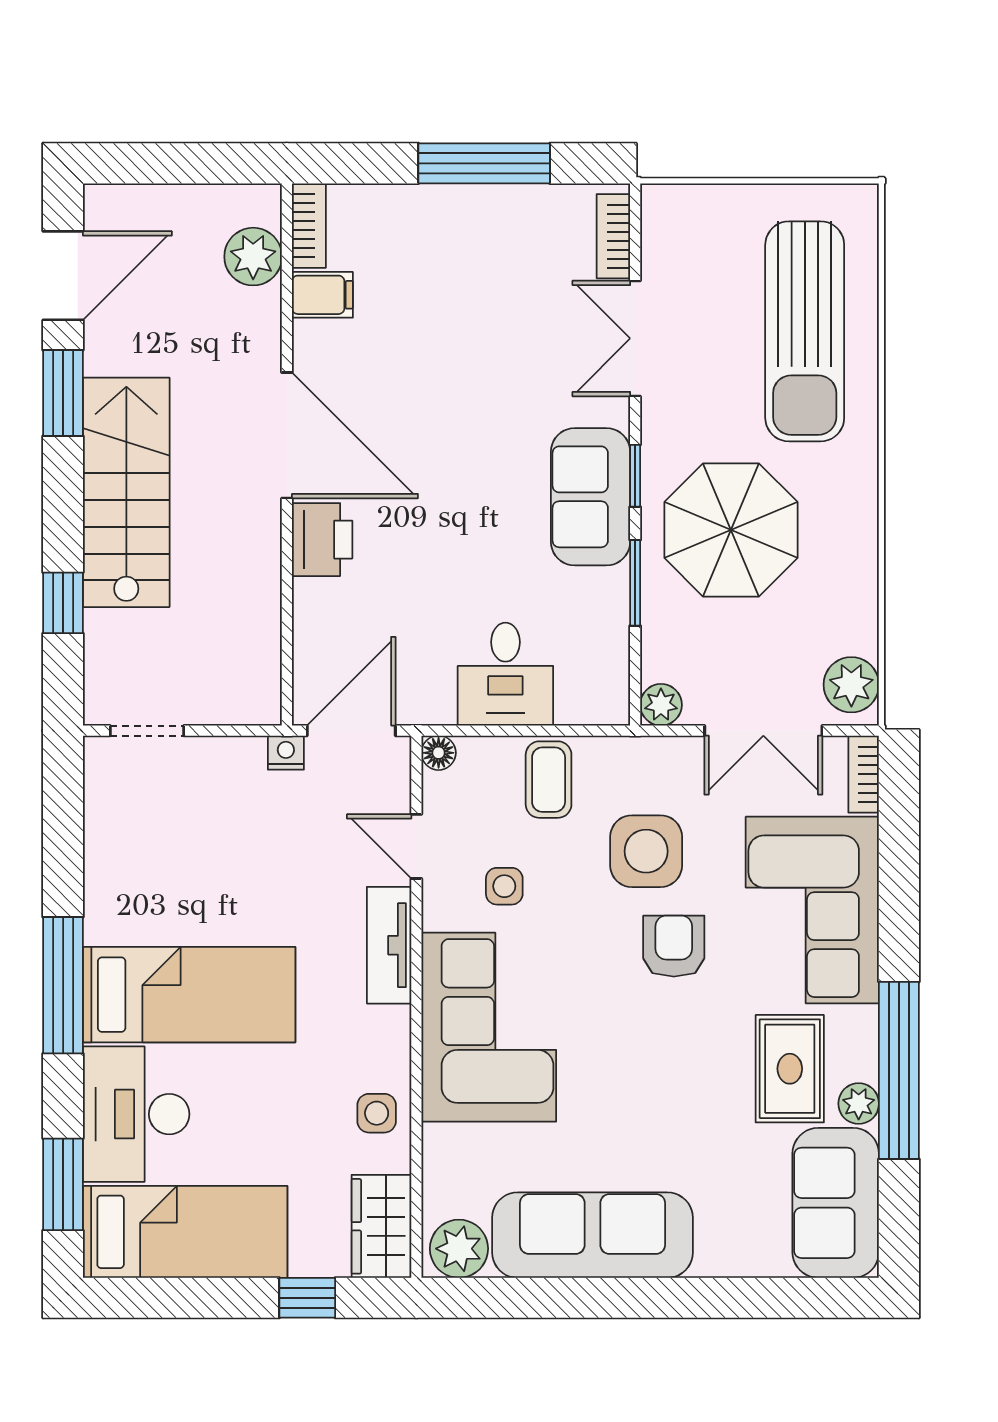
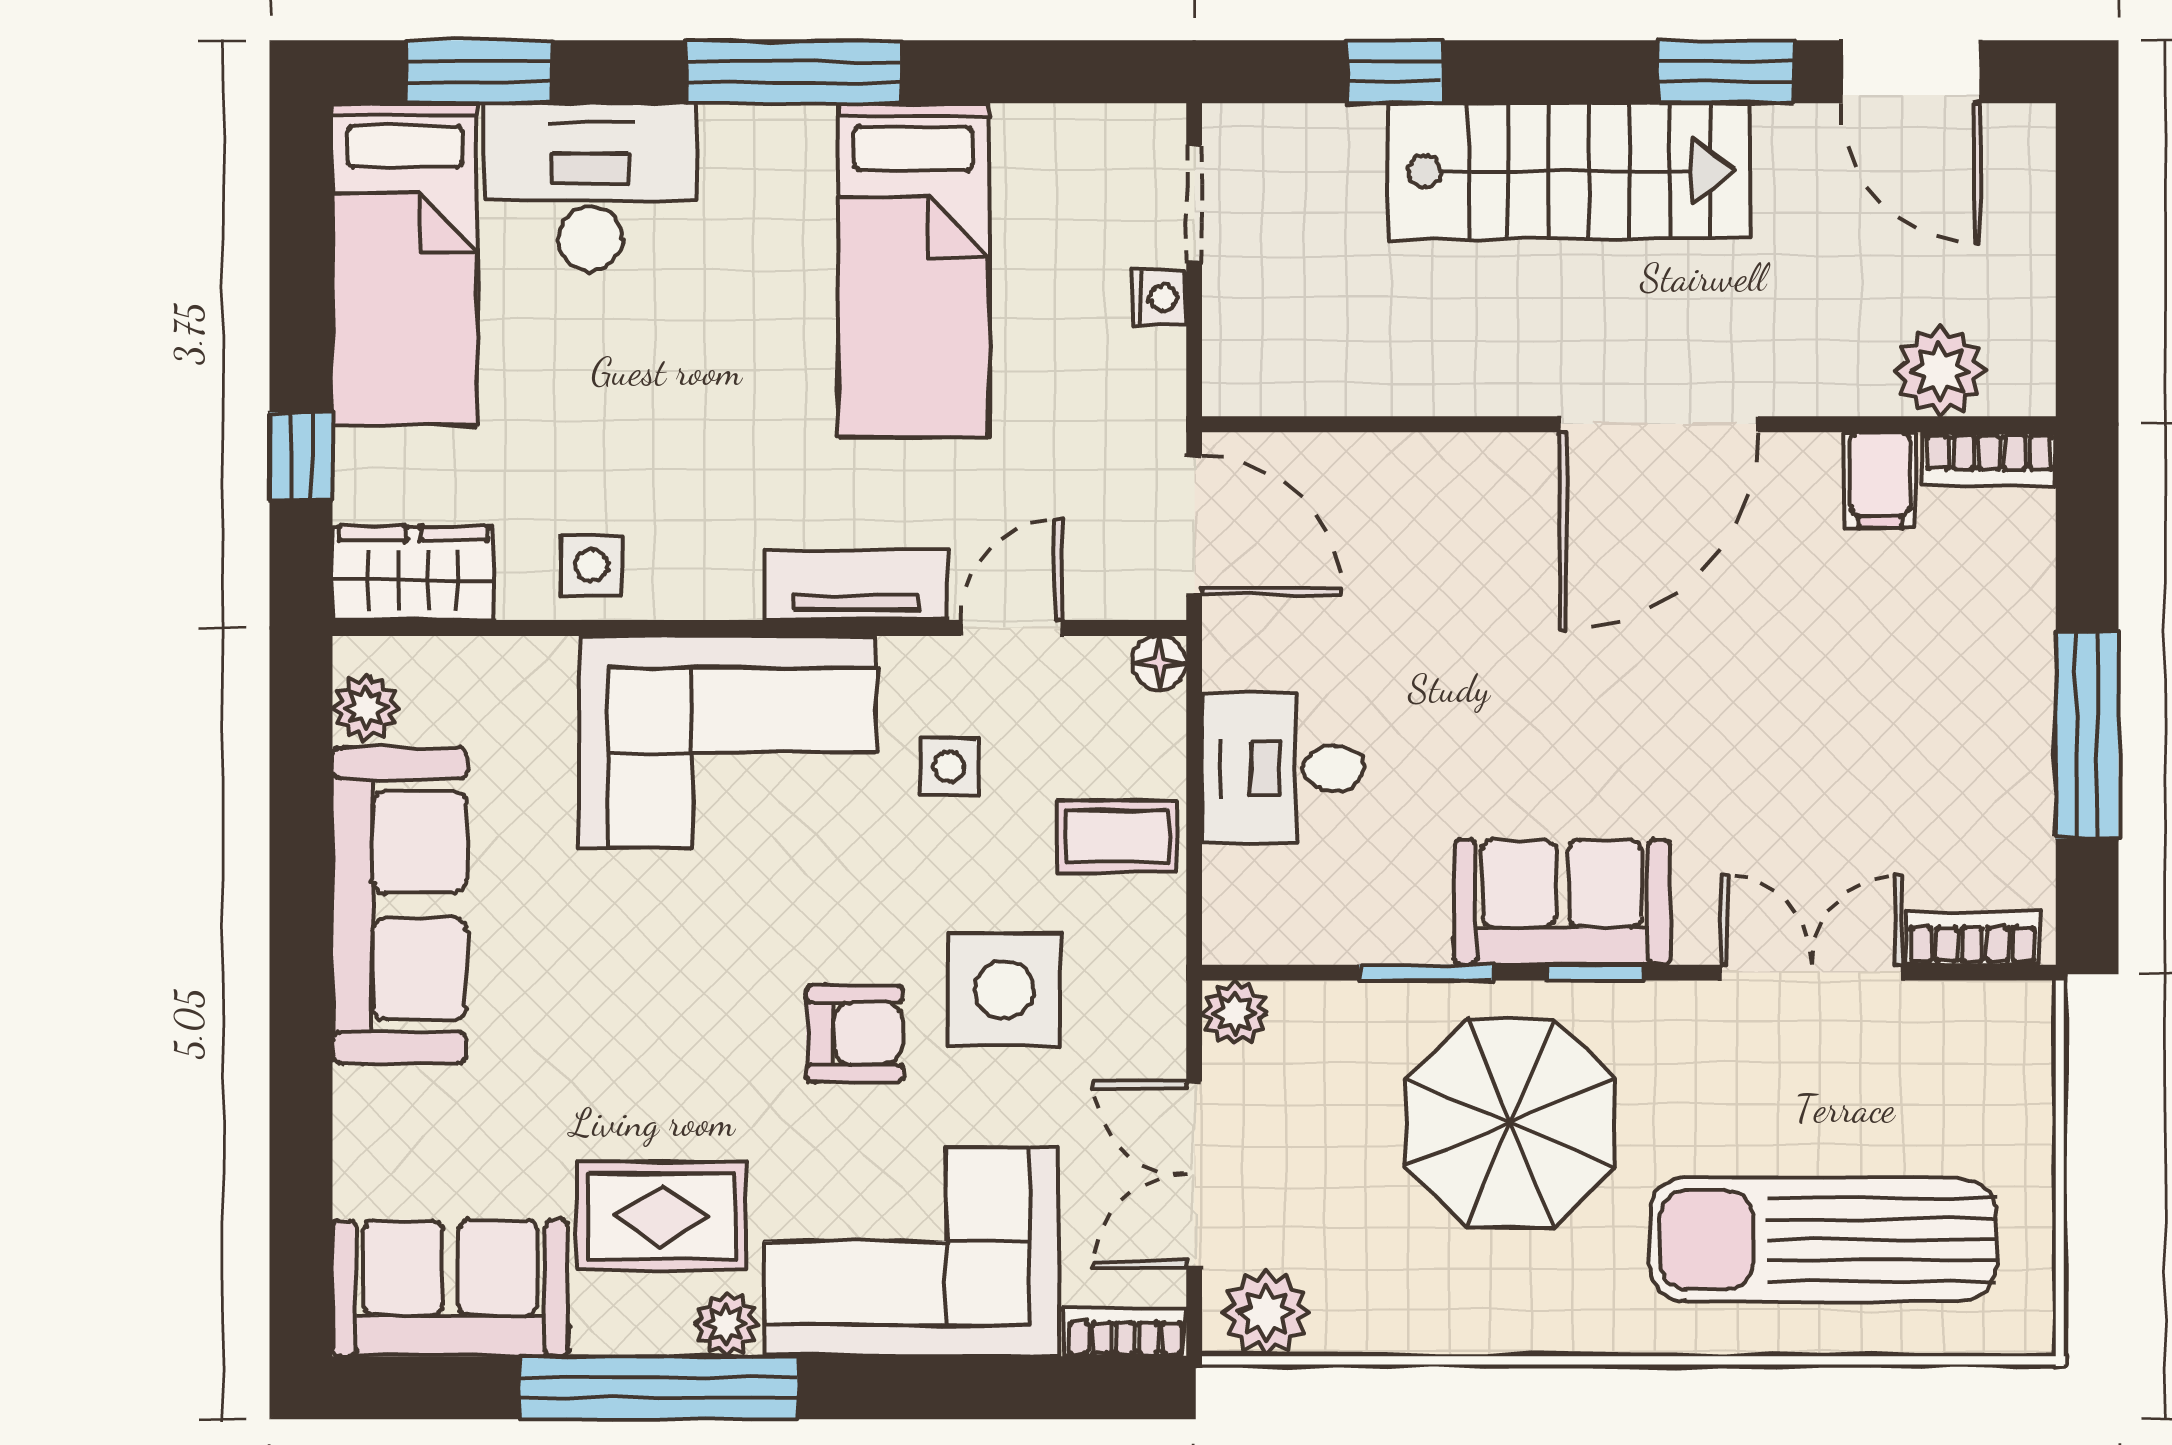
printer: (322, 540) -> (1495, 480), removed
nightstand: (286, 753) -> (1159, 298), moved
bed: (189, 995) -> (913, 270), moved
plant: (859, 1104) -> (726, 1324), moved
plant: (459, 1249) -> (366, 708), width x0.73, depth x0.73

